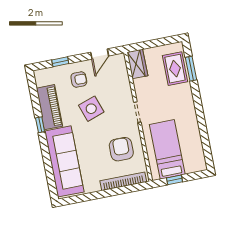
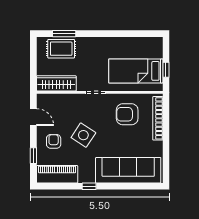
wardrobe: (137, 64) -> (56, 83), width x1.50
piano: (49, 107) -> (57, 174), moved
side table: (91, 109) -> (83, 135), turned -38

